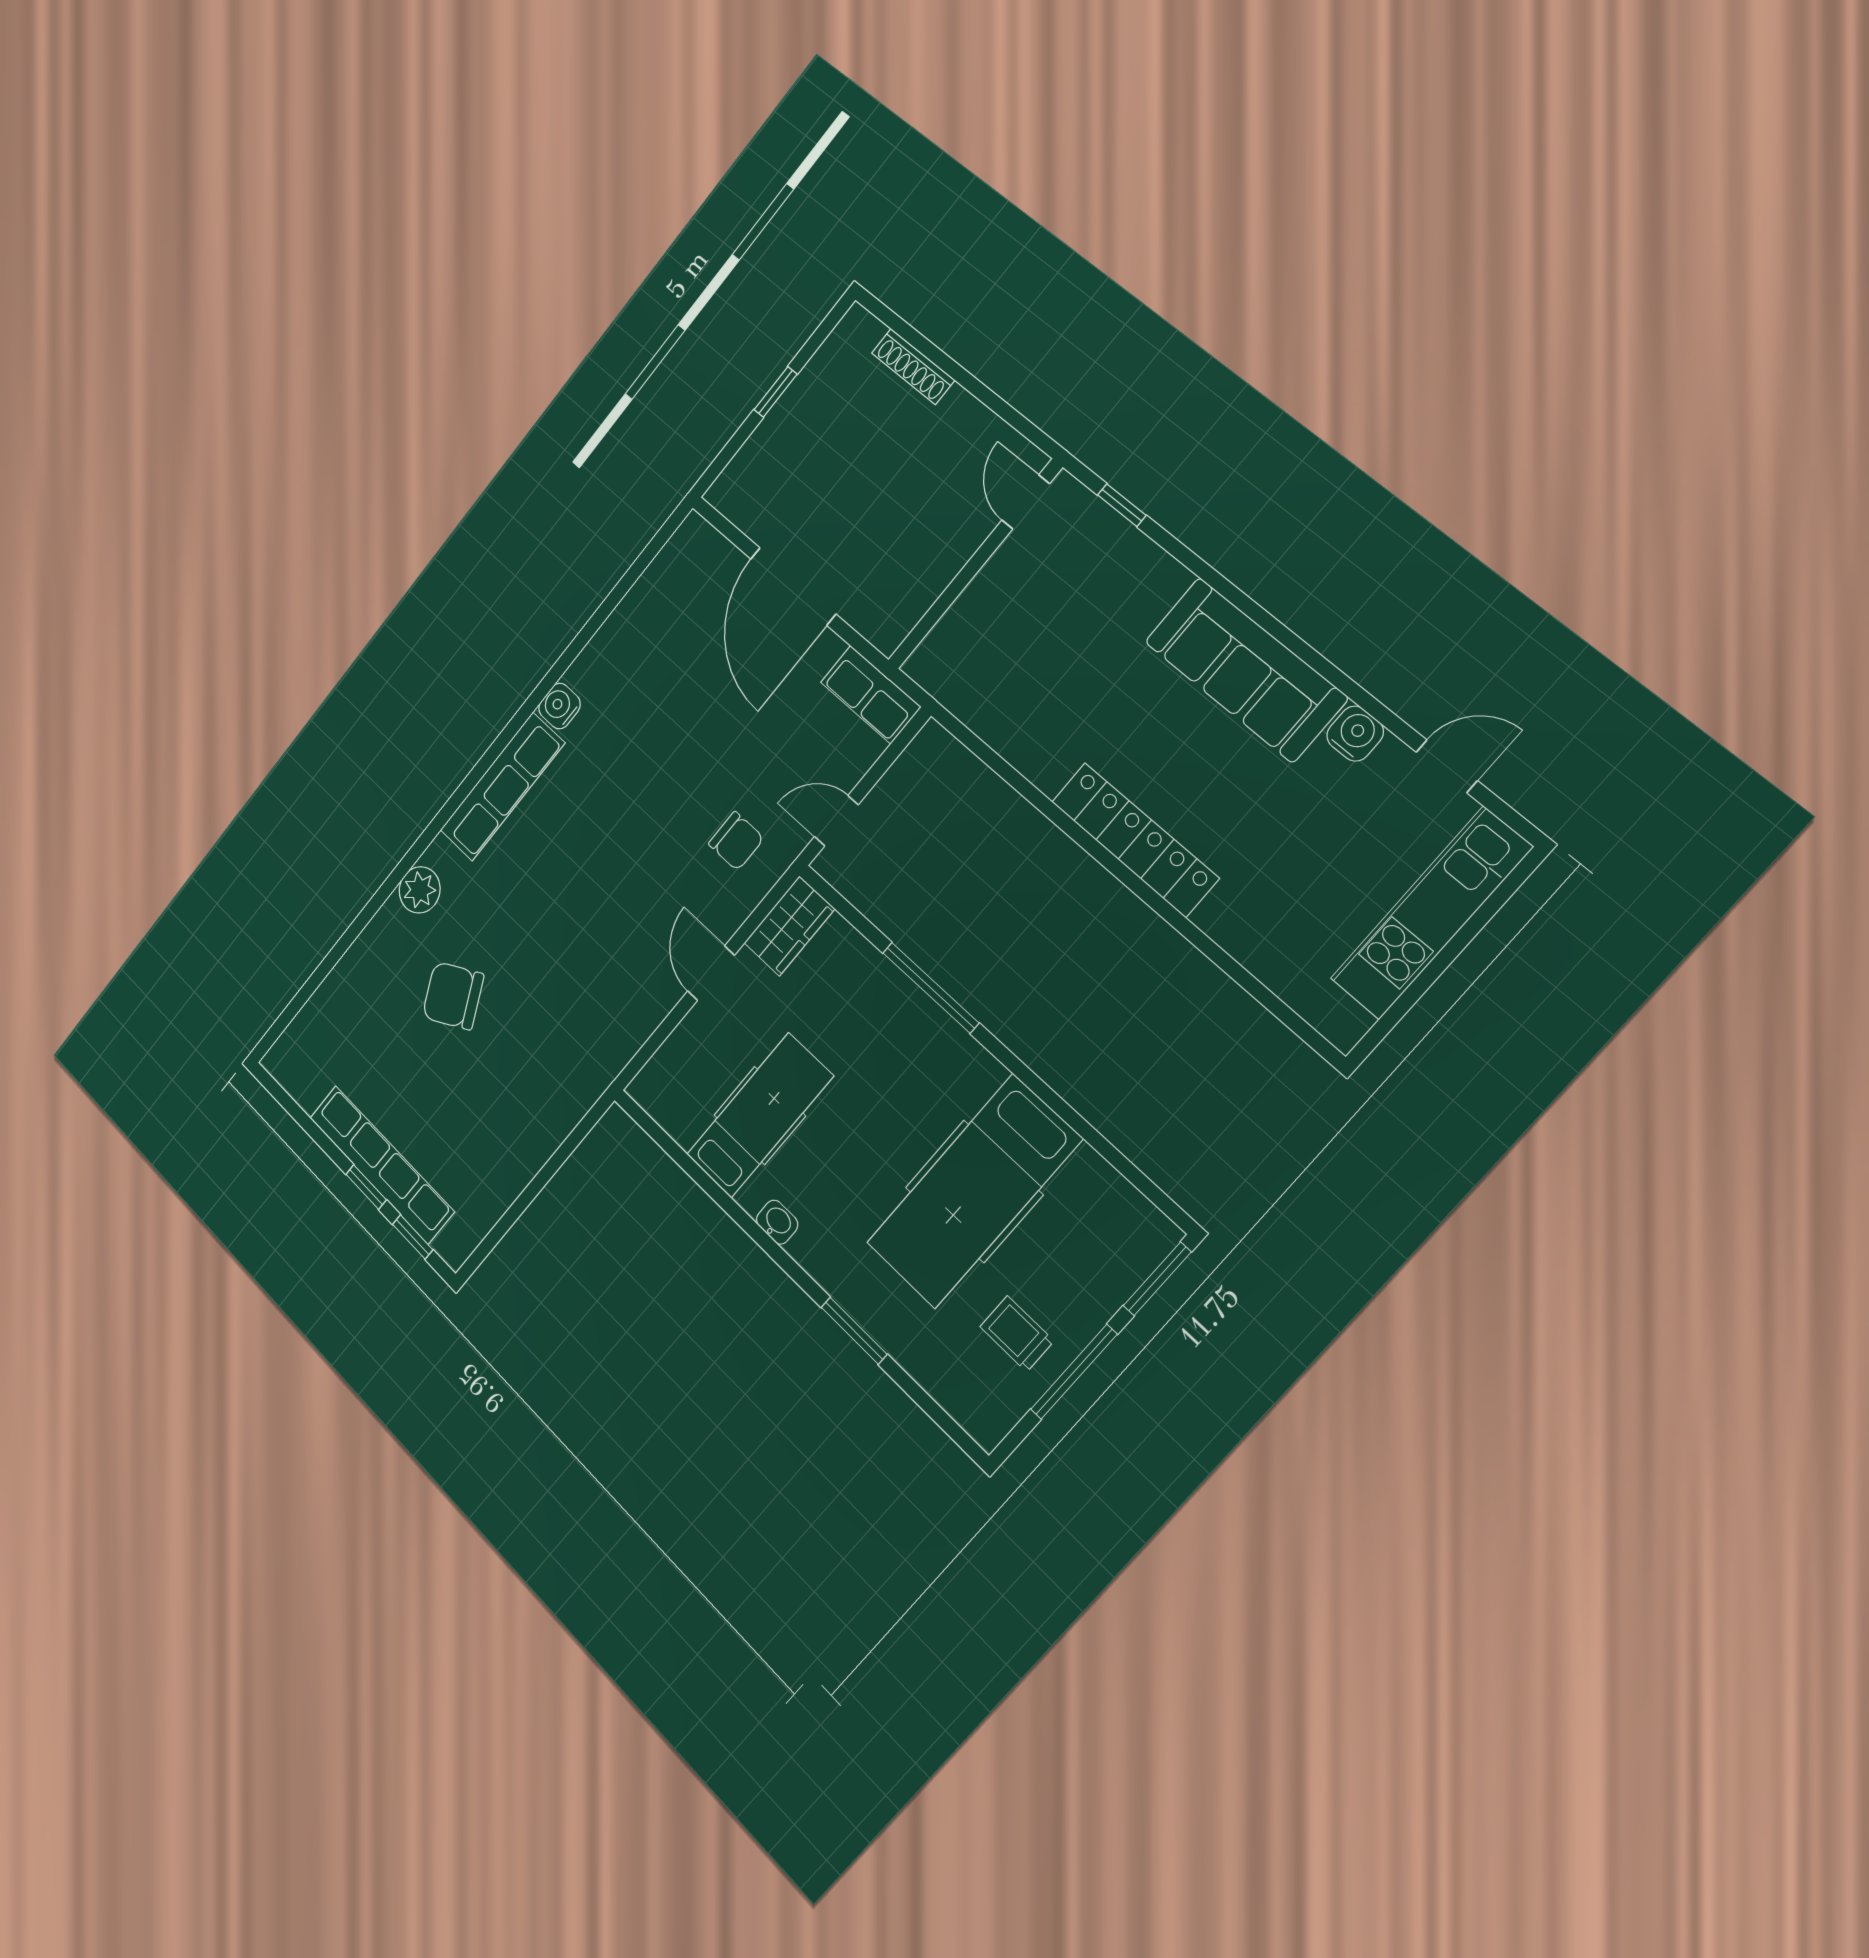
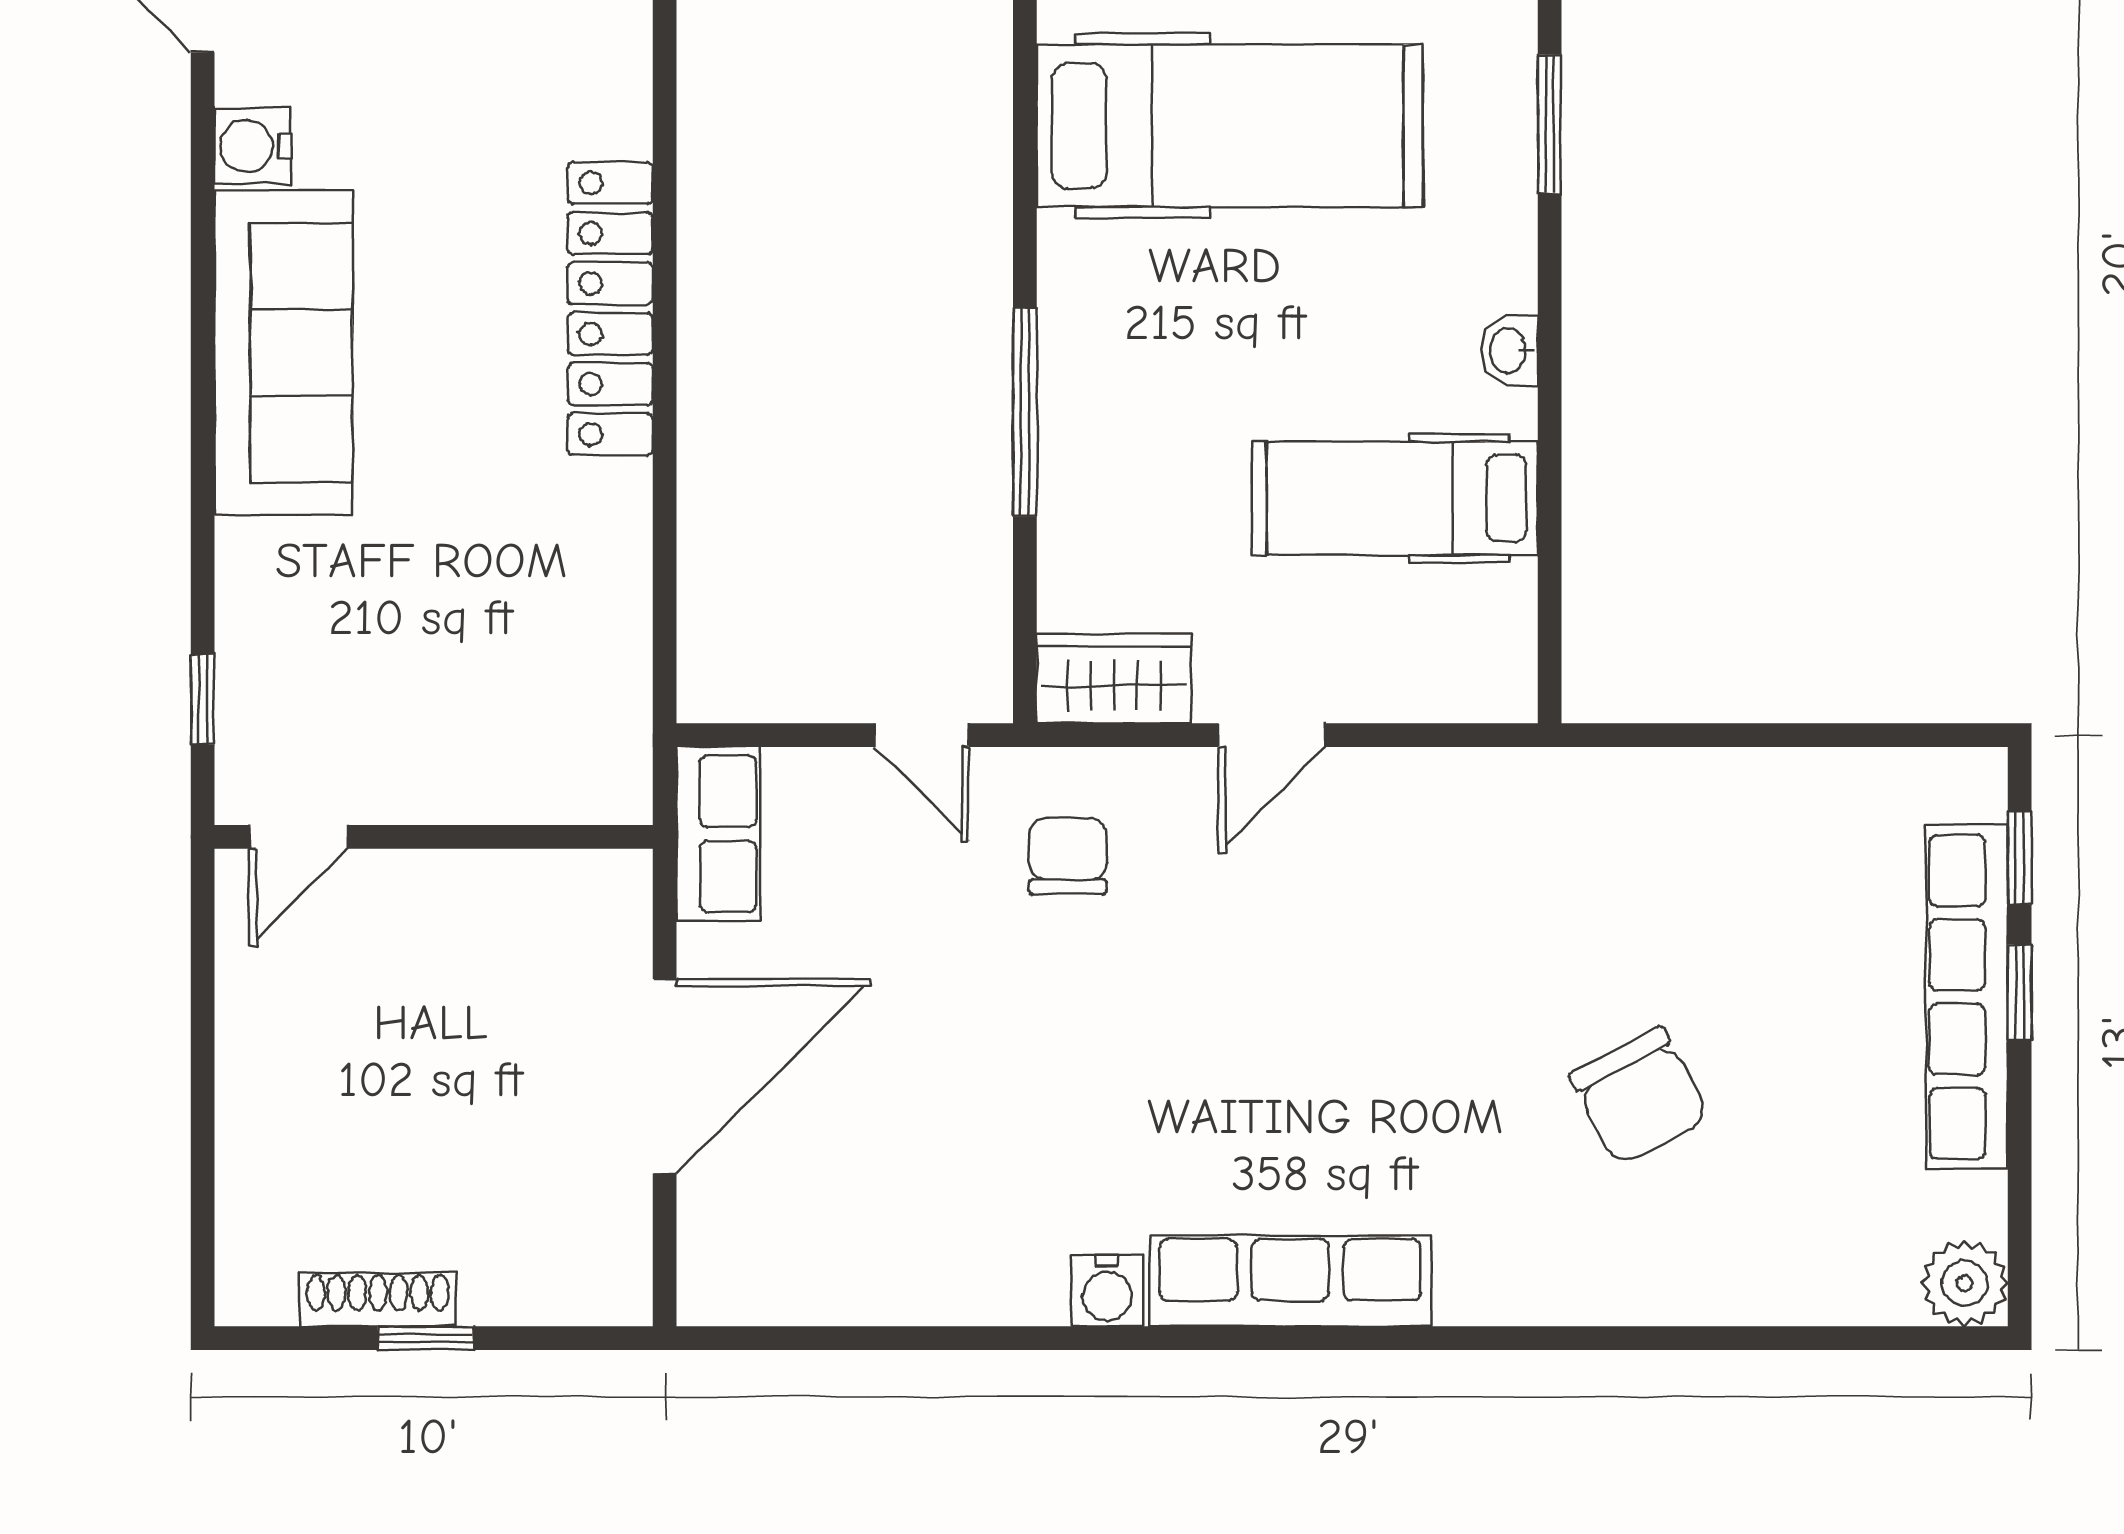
shoe rack: (913, 366) -> (378, 1300), moved, turned -90
plant: (420, 890) -> (1965, 1283), moved

